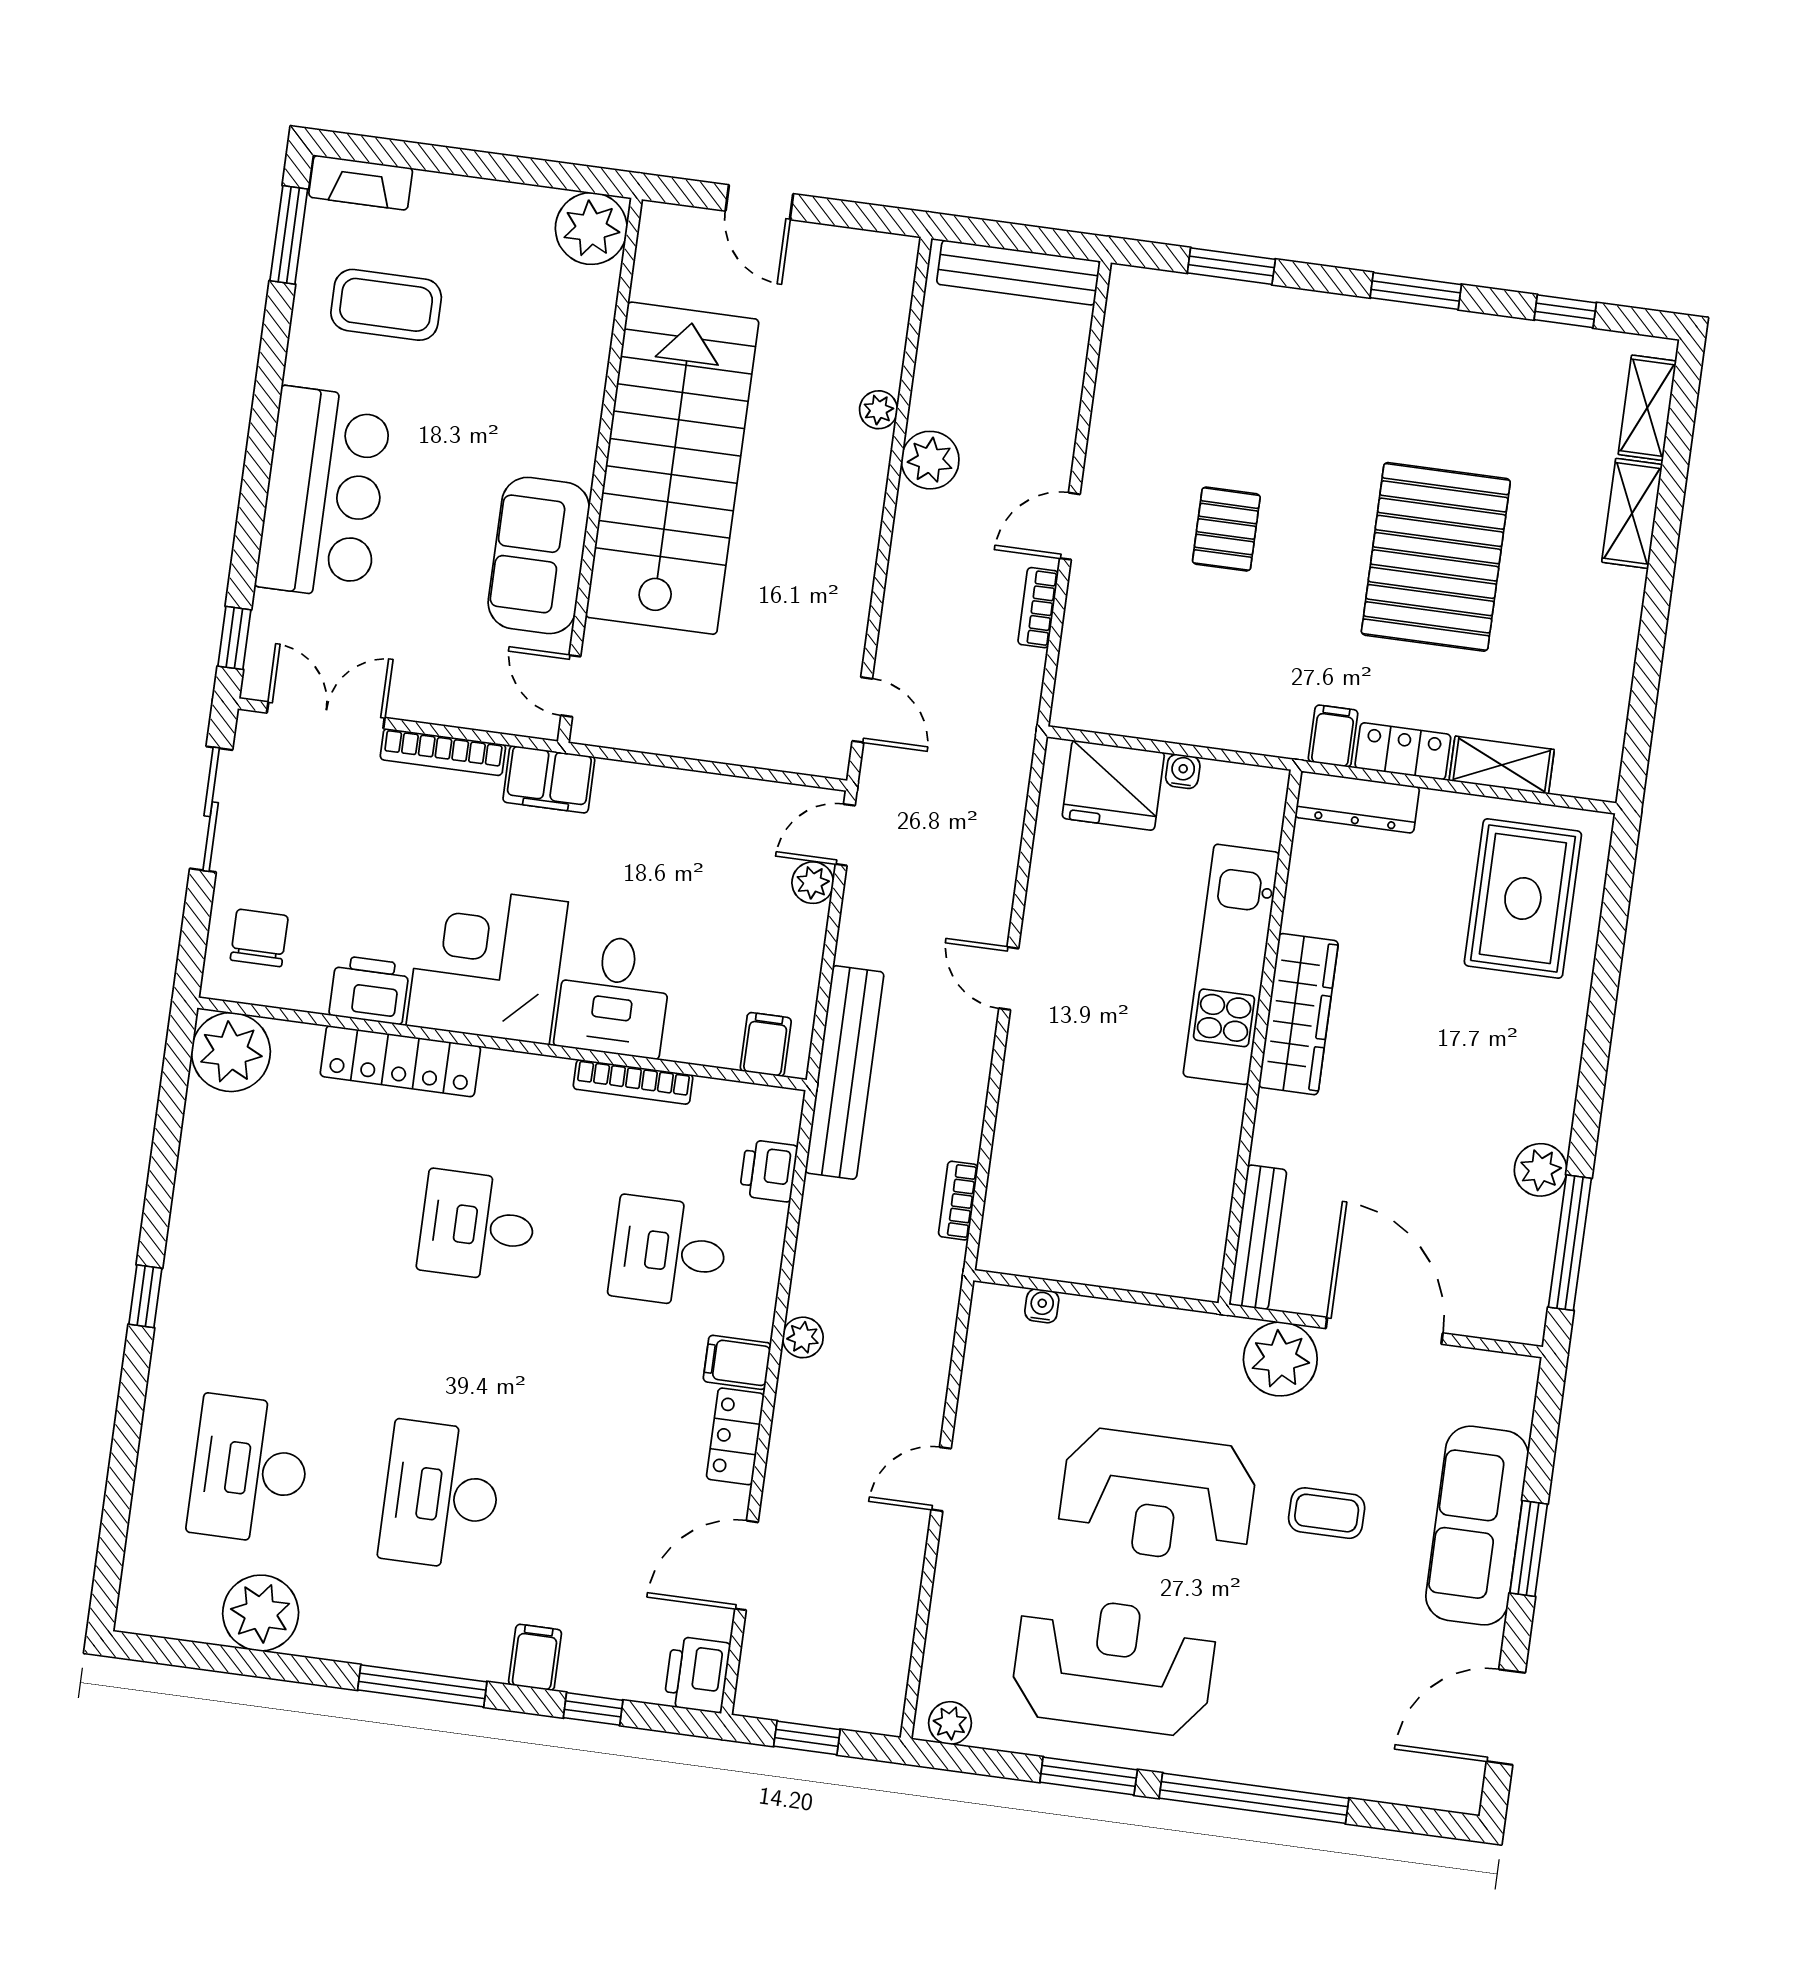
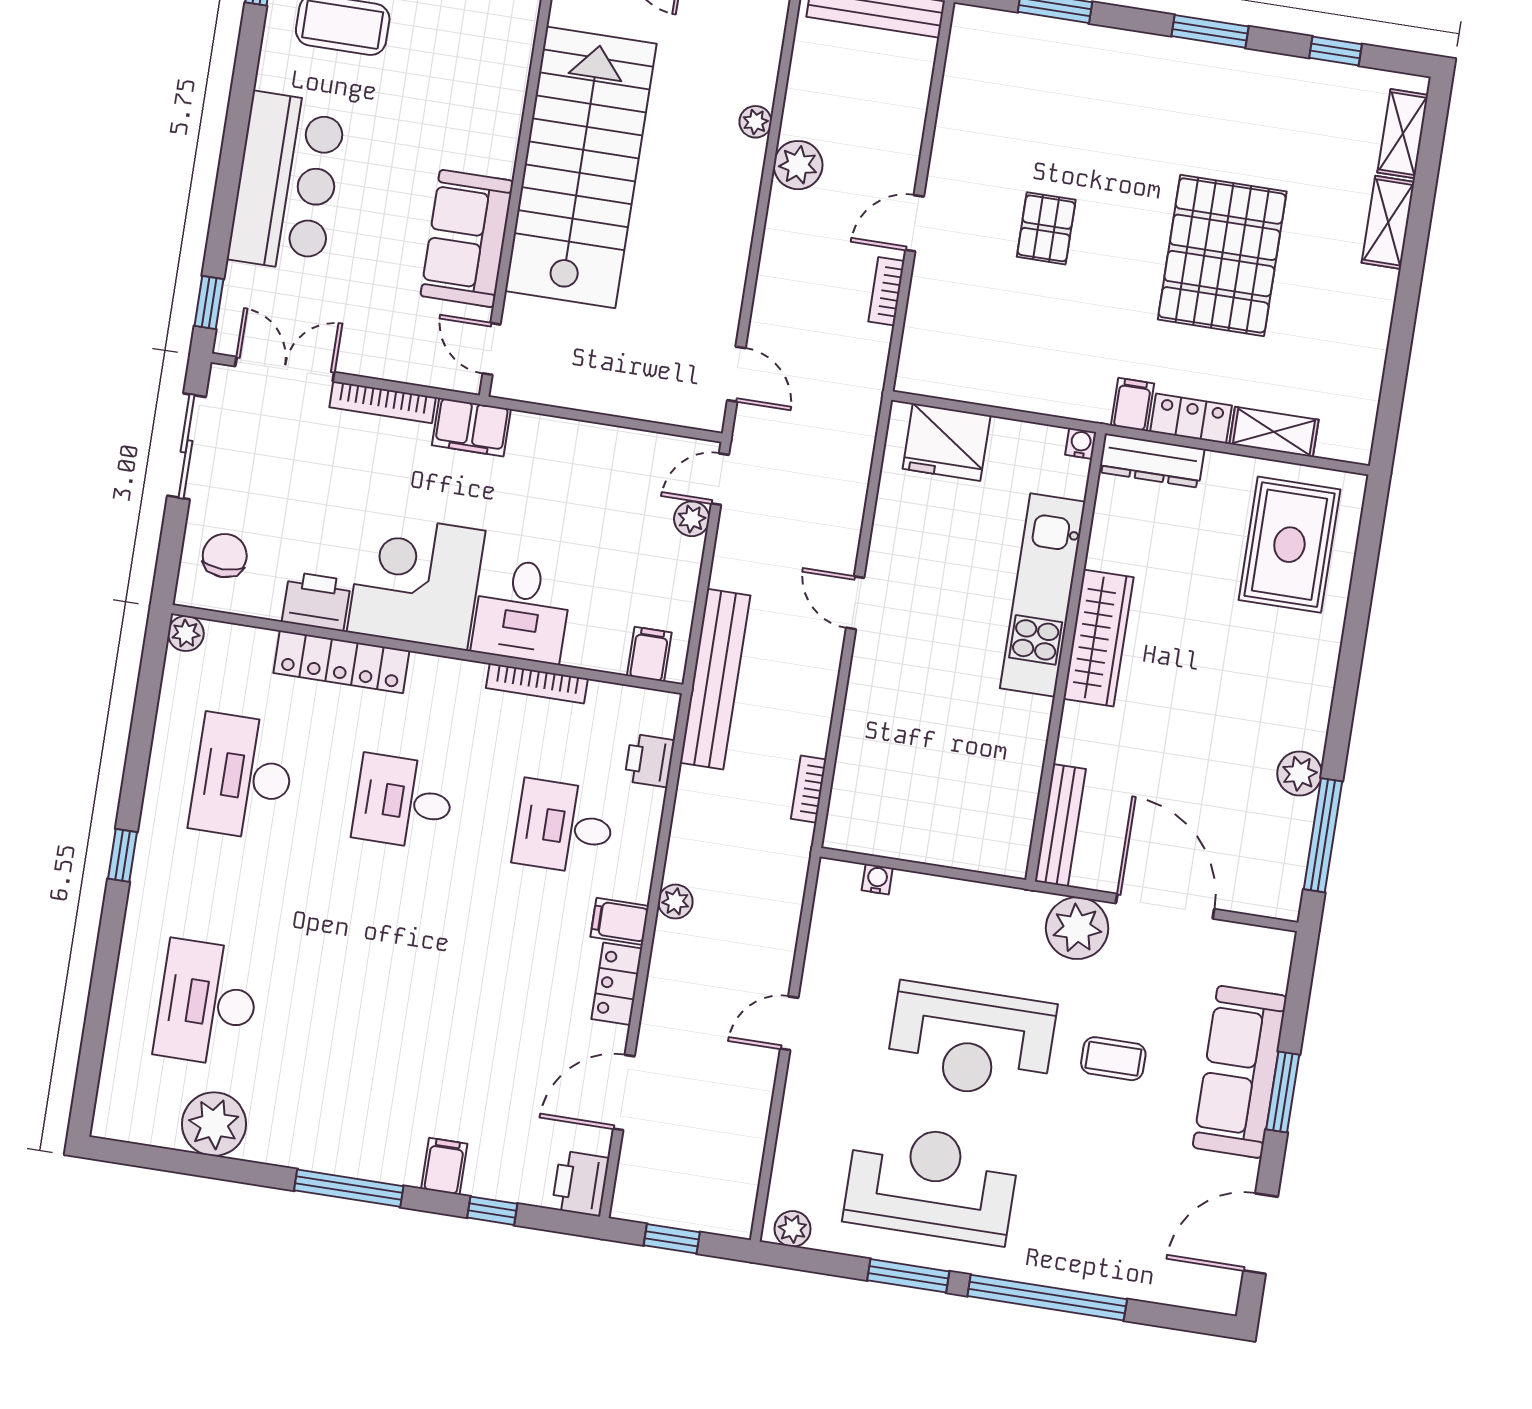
water cooler: (1183, 771) -> (1081, 443), moved
plant: (231, 1052) -> (186, 633), width x0.53, depth x0.53
desk: (441, 1495) -> (243, 777), moved

